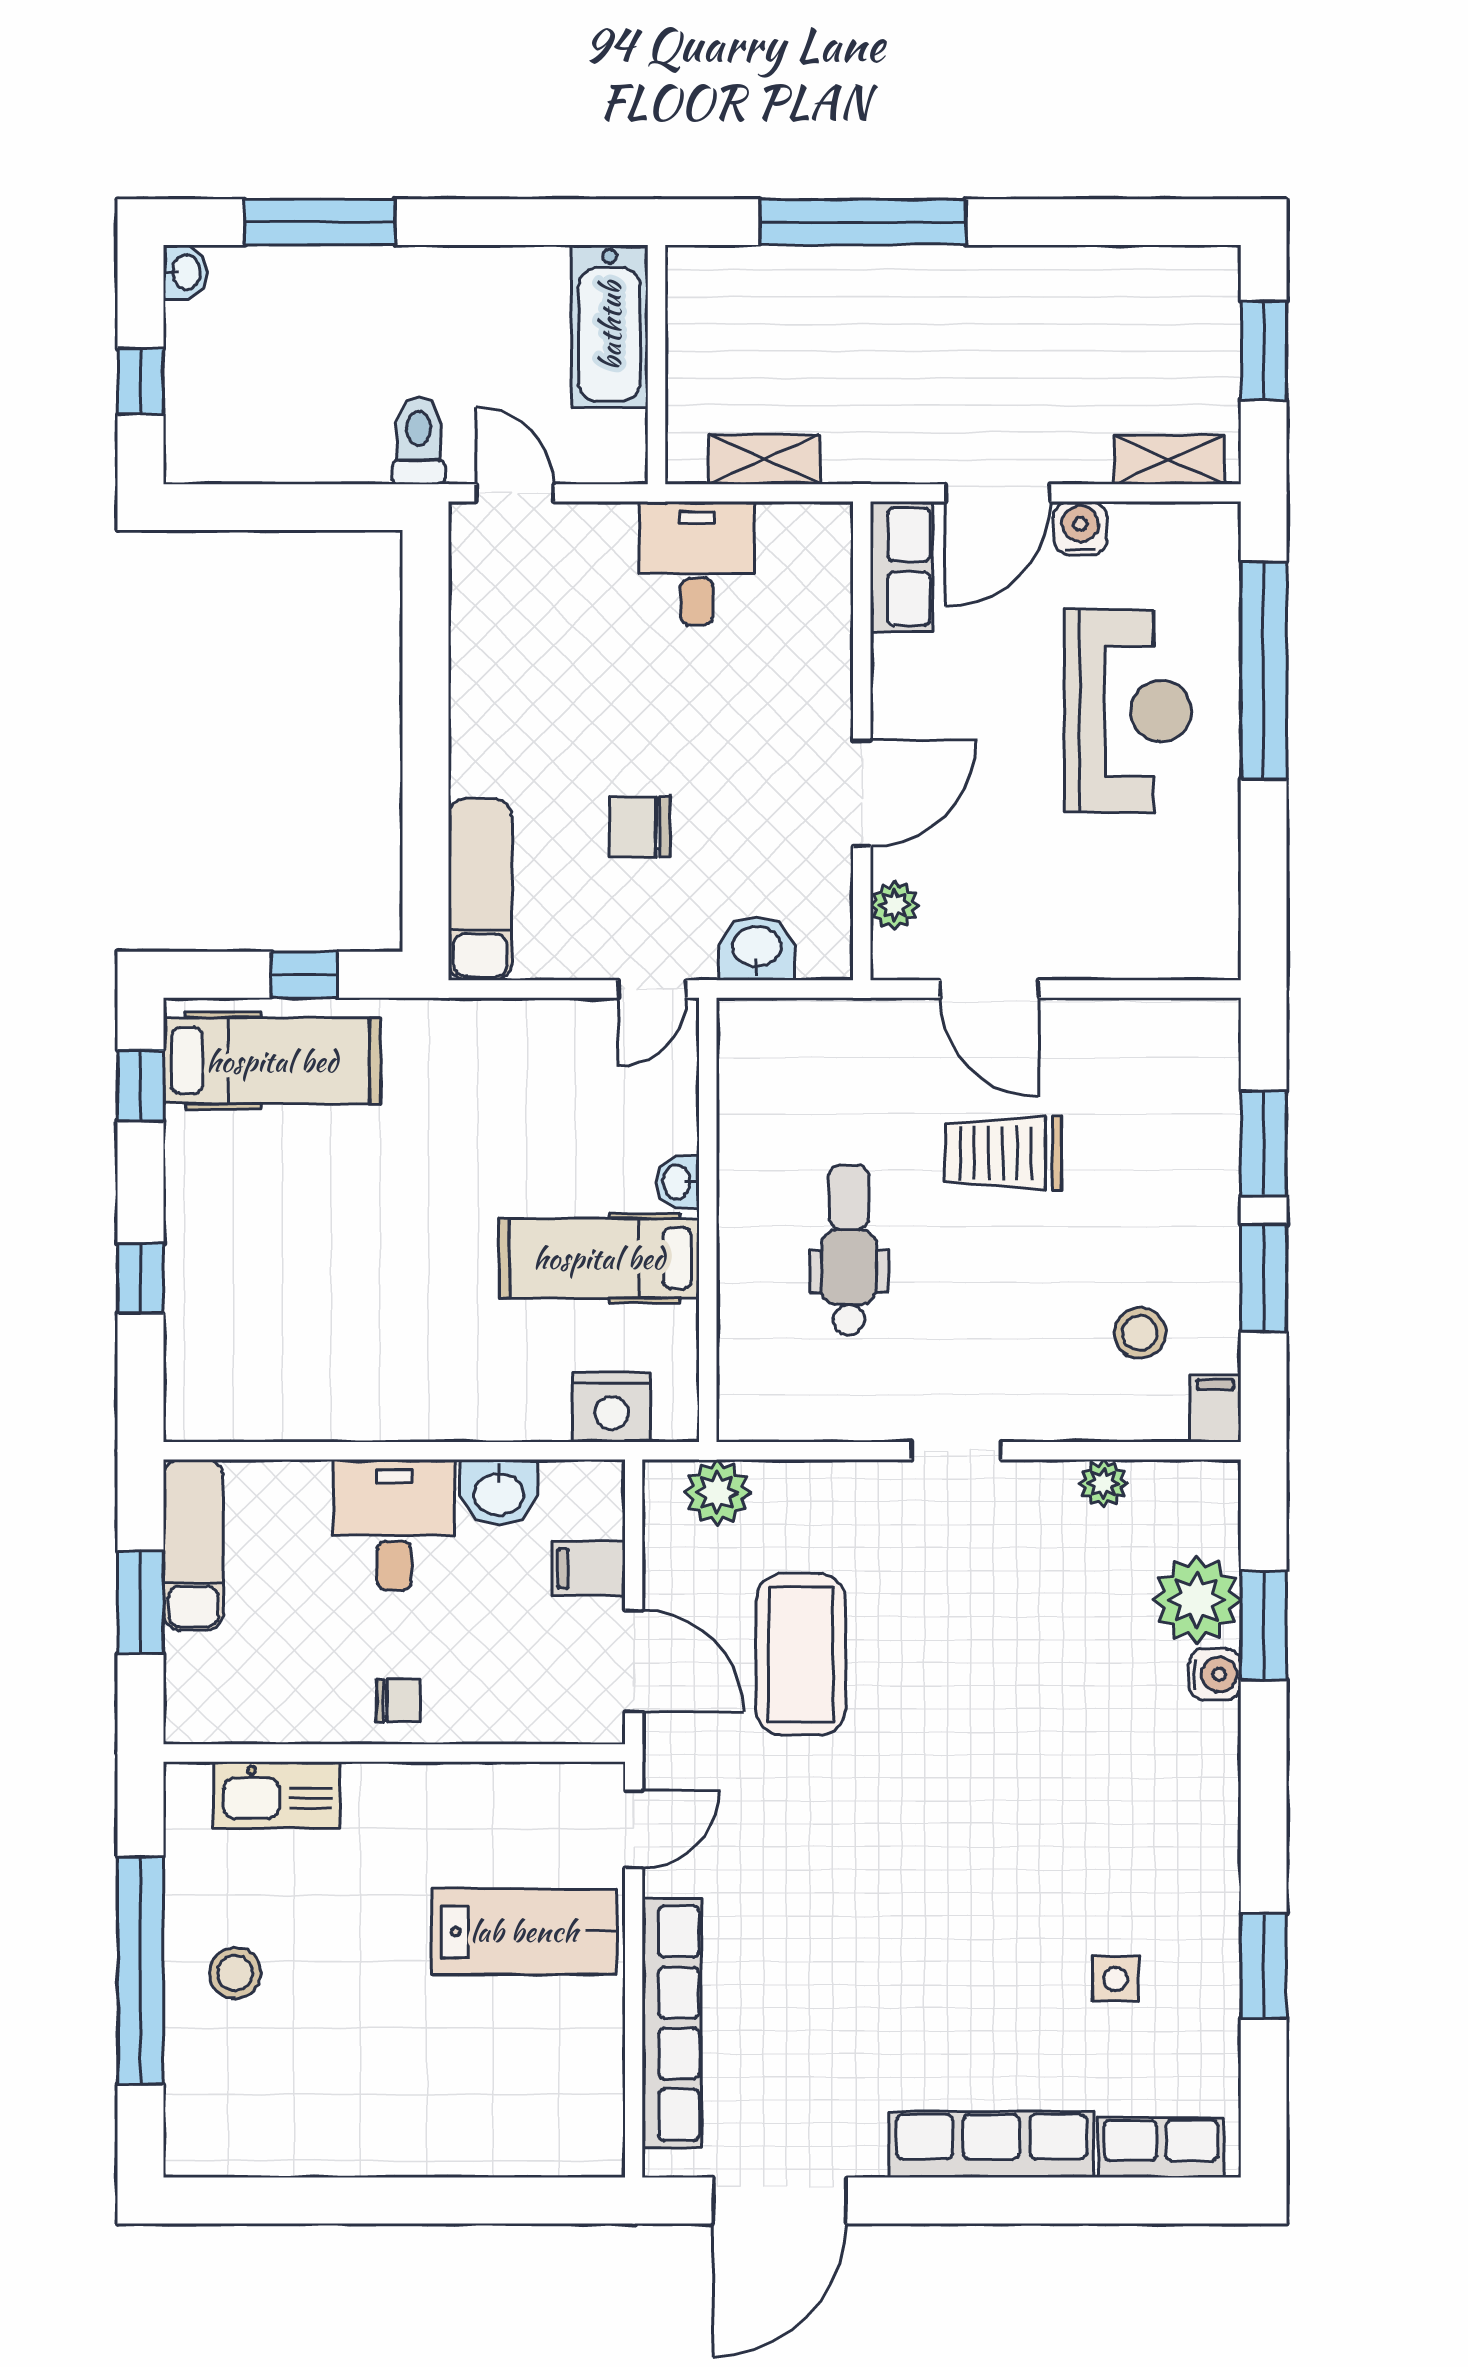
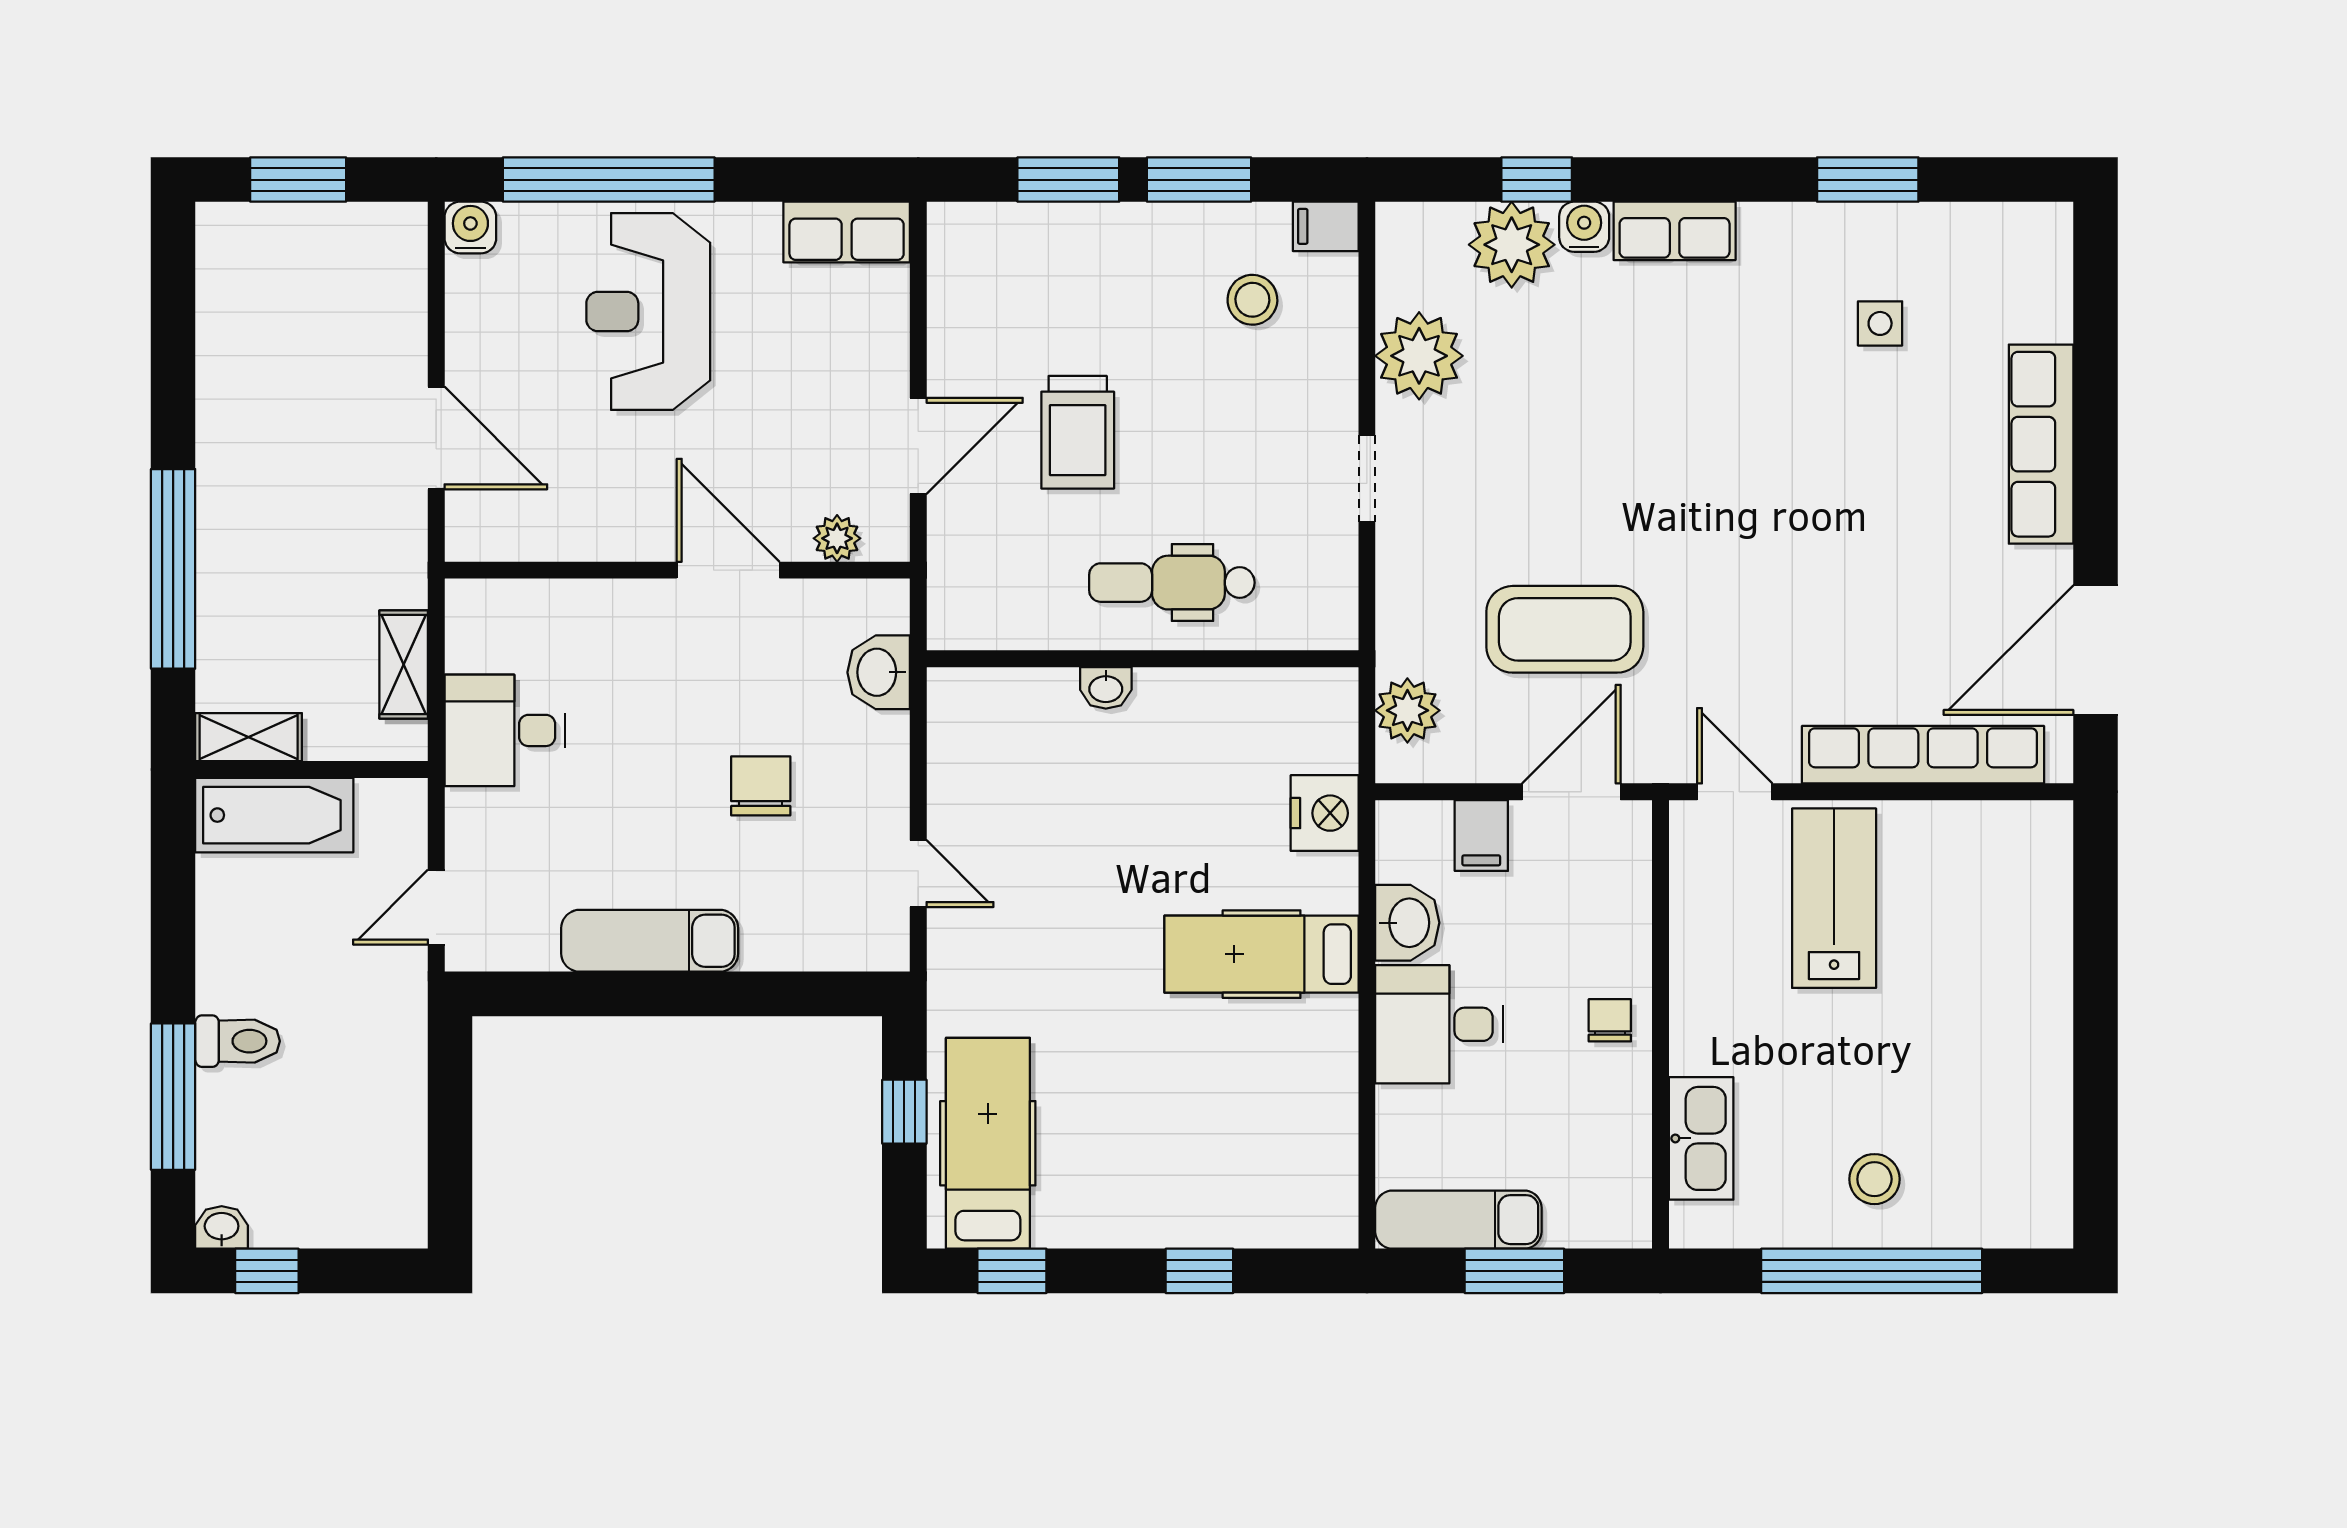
window: (140, 382) -> (267, 1271), moved
toilet: (419, 441) -> (238, 1041), moved, turned 180
shelving: (1169, 460) -> (249, 737), moved, turned 90
water cooler: (1080, 528) -> (470, 228), moved, turned 90
row of seats: (901, 567) -> (847, 232), moved, turned 180
reception desk: (1128, 711) -> (648, 312), turned -90
chair: (640, 827) -> (761, 786), turned 180
exam couch: (480, 889) -> (650, 941), moved
door: (652, 989) -> (918, 874), moved
washbasin: (678, 1182) -> (1106, 688), moved
wall: (708, 1220) -> (1143, 659), moved
hospital bed: (599, 1258) -> (1262, 954), moved, turned 90
plant: (1103, 1483) -> (1419, 356), width x1.88, depth x1.88
window: (1264, 1625) -> (1537, 180), width x0.67
row of seats: (1161, 2148) -> (1675, 231), moved, turned -90
door: (779, 2201) -> (2095, 650), swing flipped

